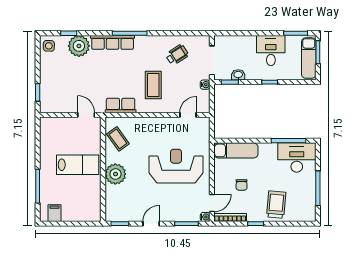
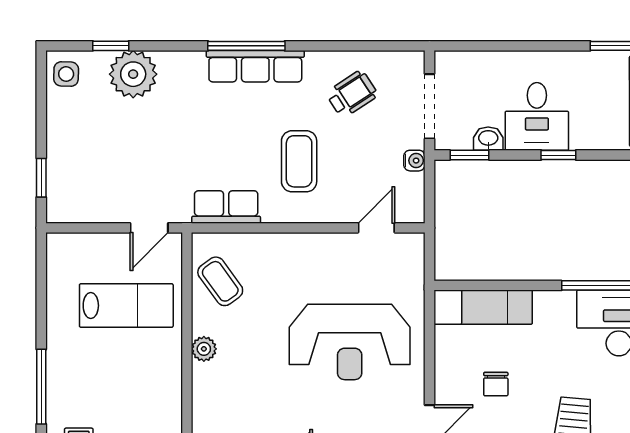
row of seats: (113, 42) -> (255, 66), moved
desk: (271, 51) -> (537, 116), moved, turned 180
door: (86, 115) -> (149, 228), swing flipped
lab bench: (78, 165) -> (126, 306), moved
reception desk: (176, 166) -> (350, 342), turned 180
plant: (115, 174) -> (204, 349), width x0.53, depth x0.53

